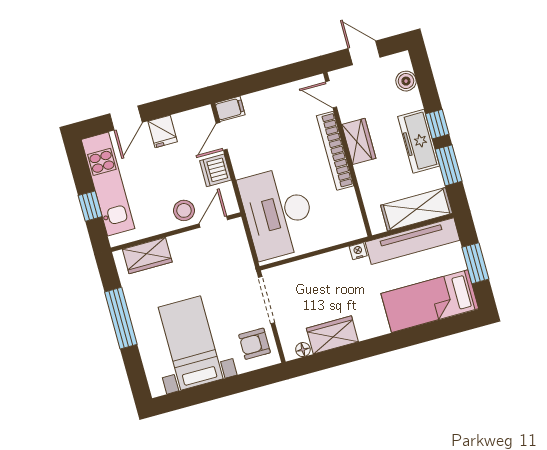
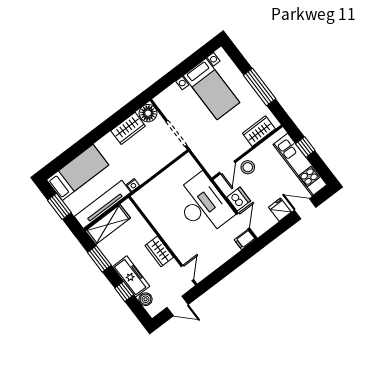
door: (331, 94) -> (187, 273), hinge flipped
door: (126, 118) -> (305, 209), hinge flipped
window: (437, 124) -> (124, 291), moved
freezer: (419, 141) -> (131, 276), moved
bookcase: (335, 151) -> (171, 240), removed
desk: (278, 213) -> (203, 205), moved
armchair: (255, 344) -> (173, 104), removed
floor lamp: (303, 350) -> (148, 113), width x1.89, depth x1.89

